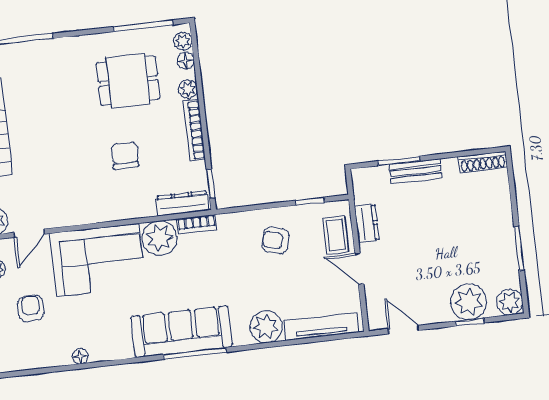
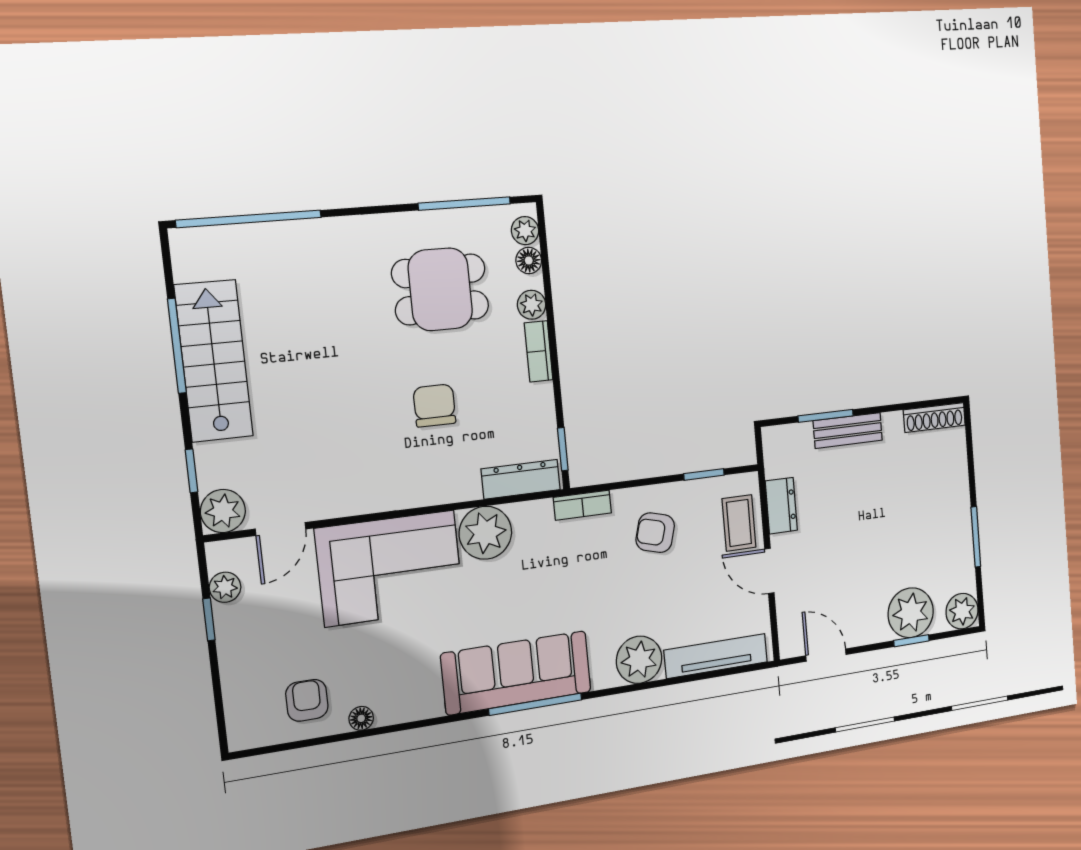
bookcase: (194, 130) -> (539, 351), width x0.64
bookcase: (197, 224) -> (582, 505), moved
armchair: (31, 308) -> (307, 700), moved

